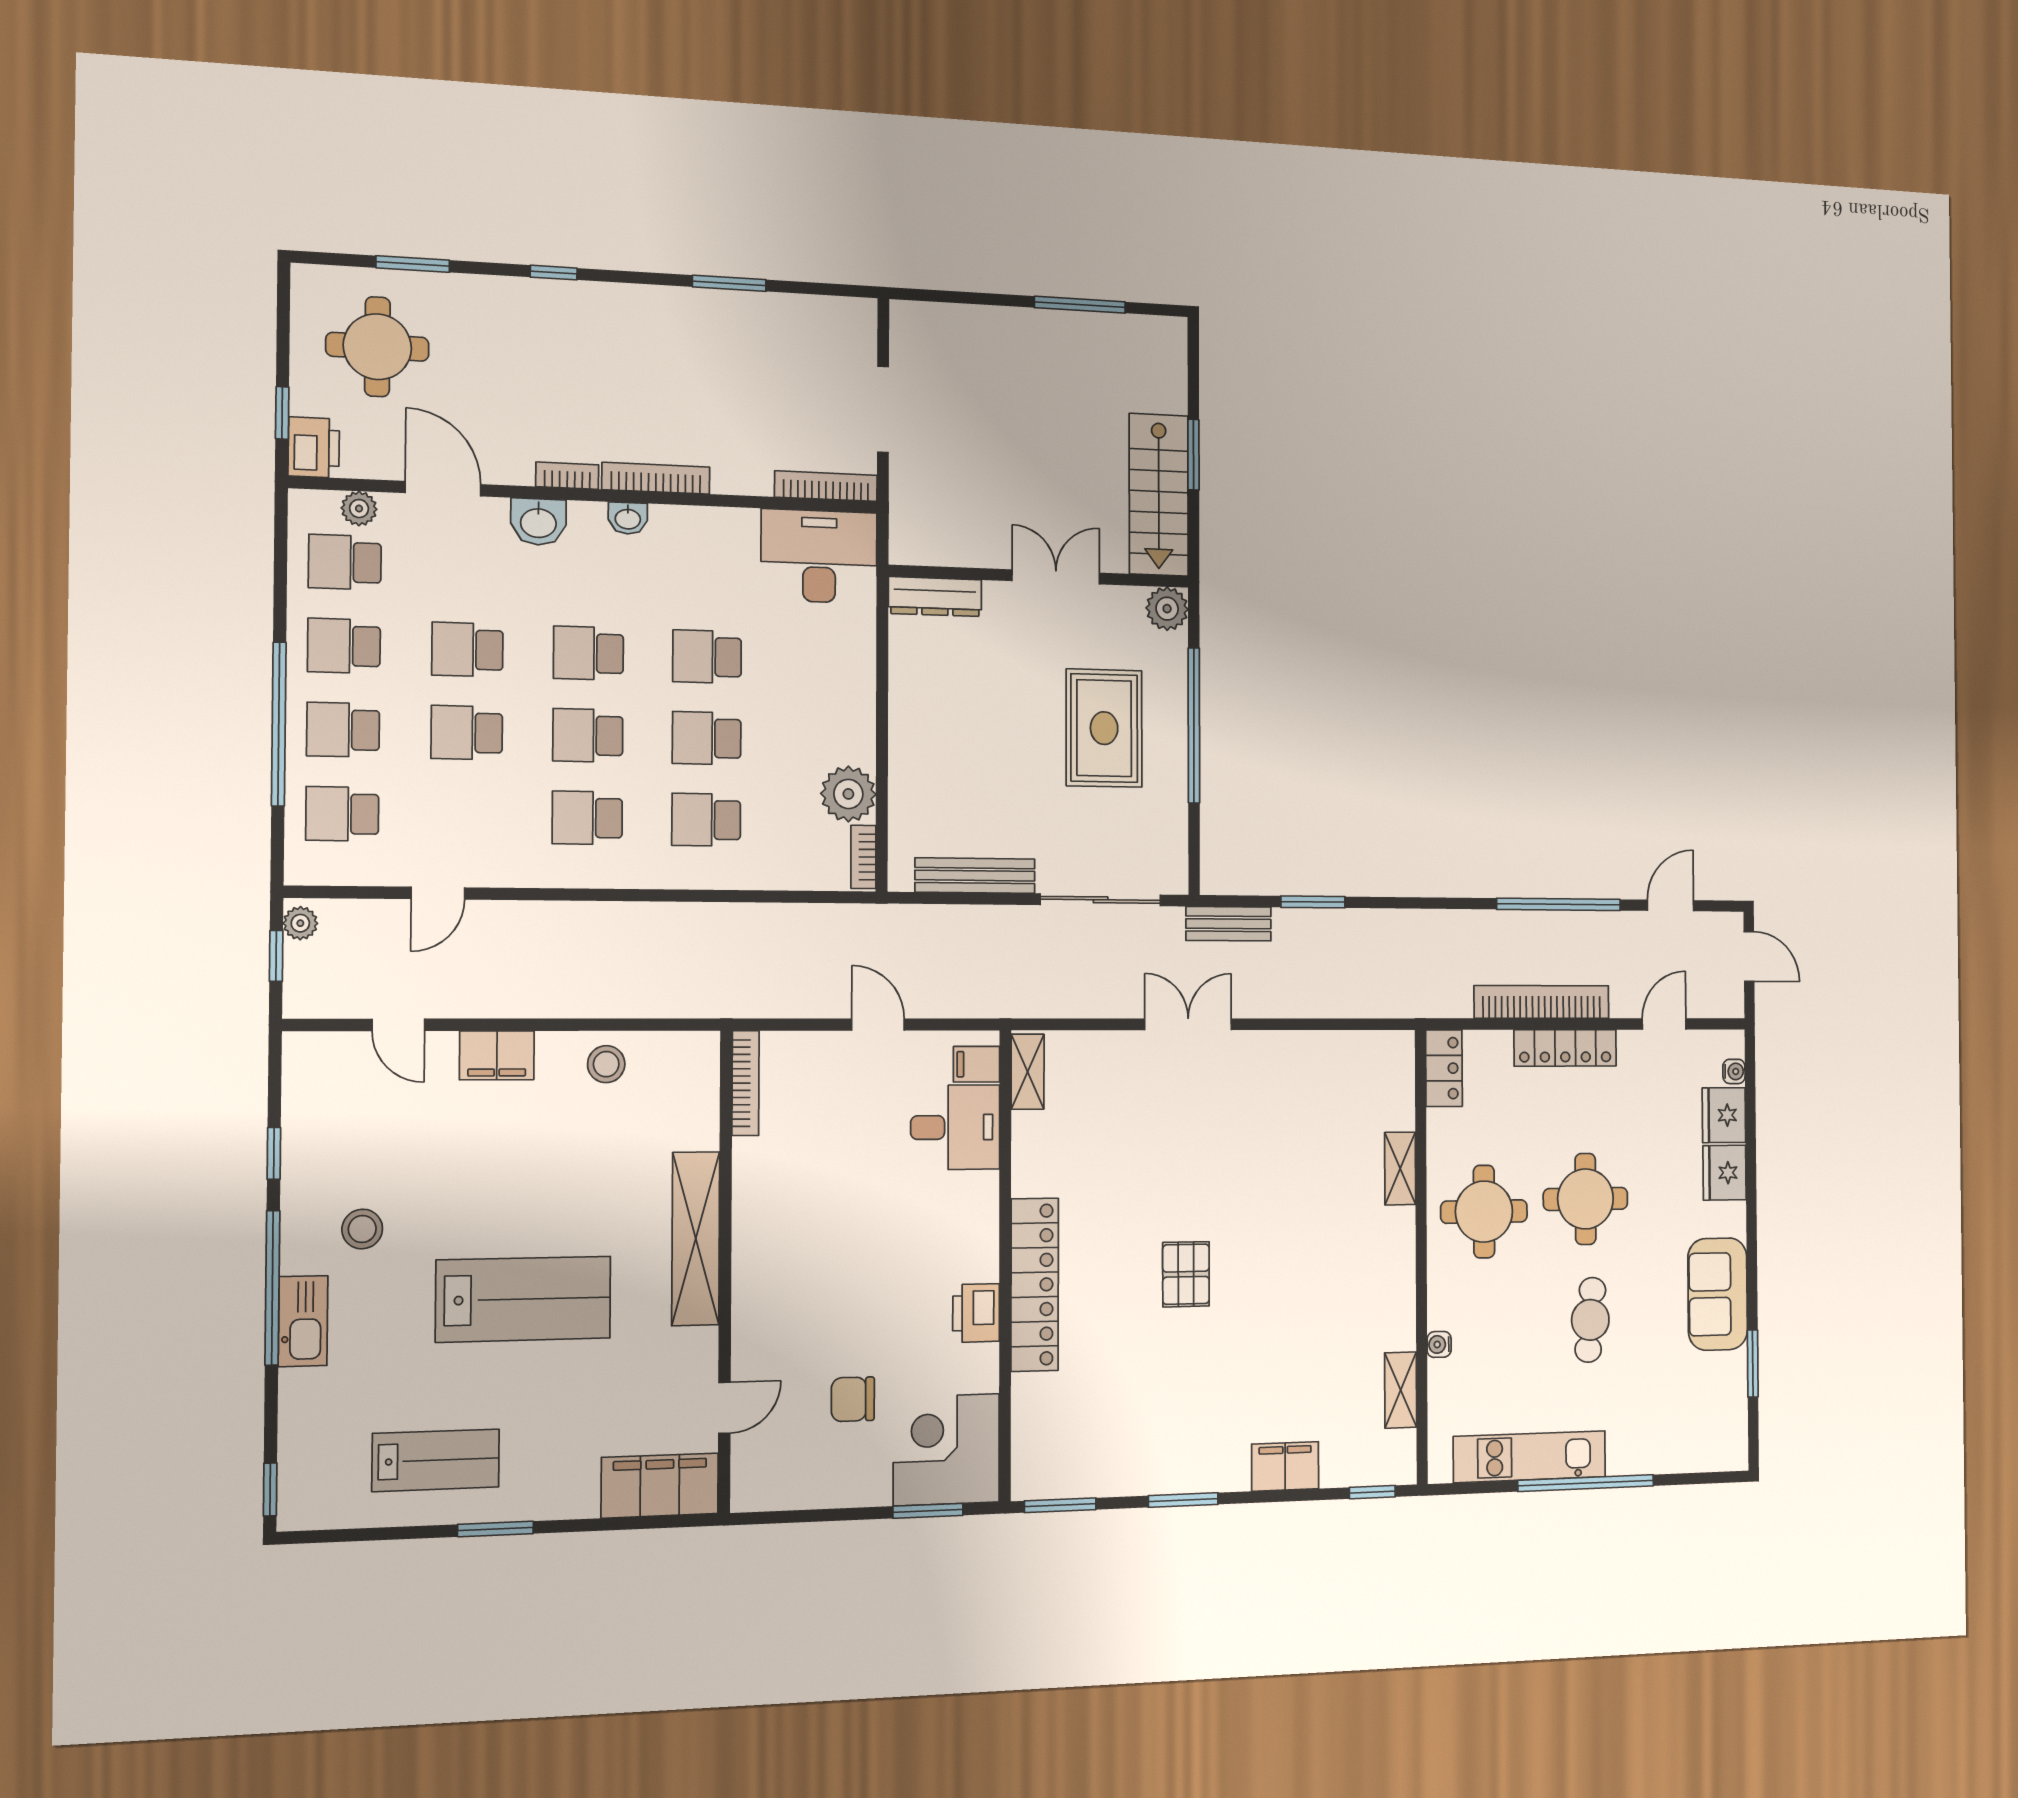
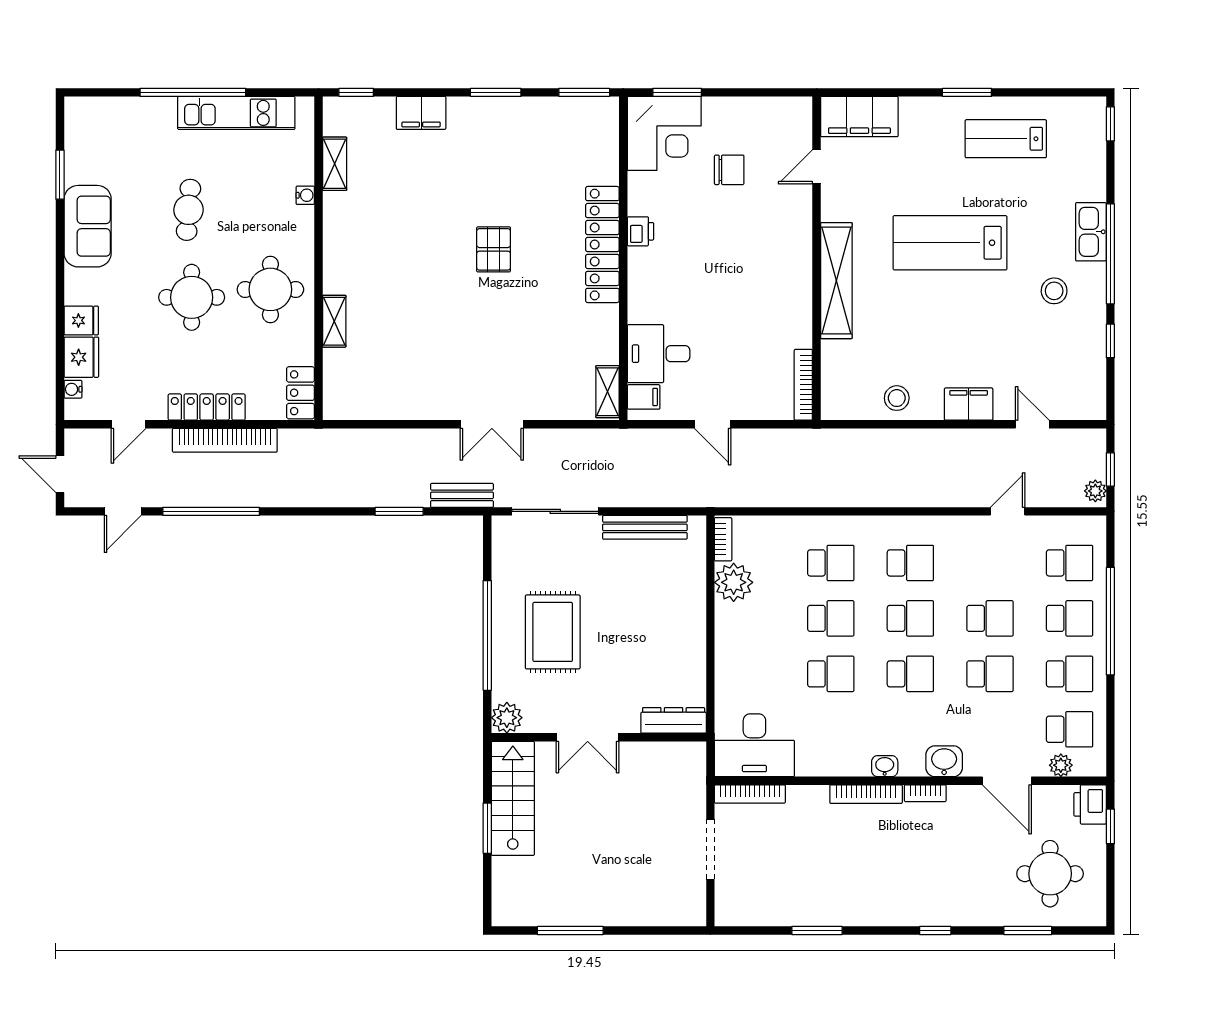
fridge: (1725, 1173) -> (81, 320), width x0.72
printer: (976, 1313) -> (641, 231), width x0.73, depth x0.81

